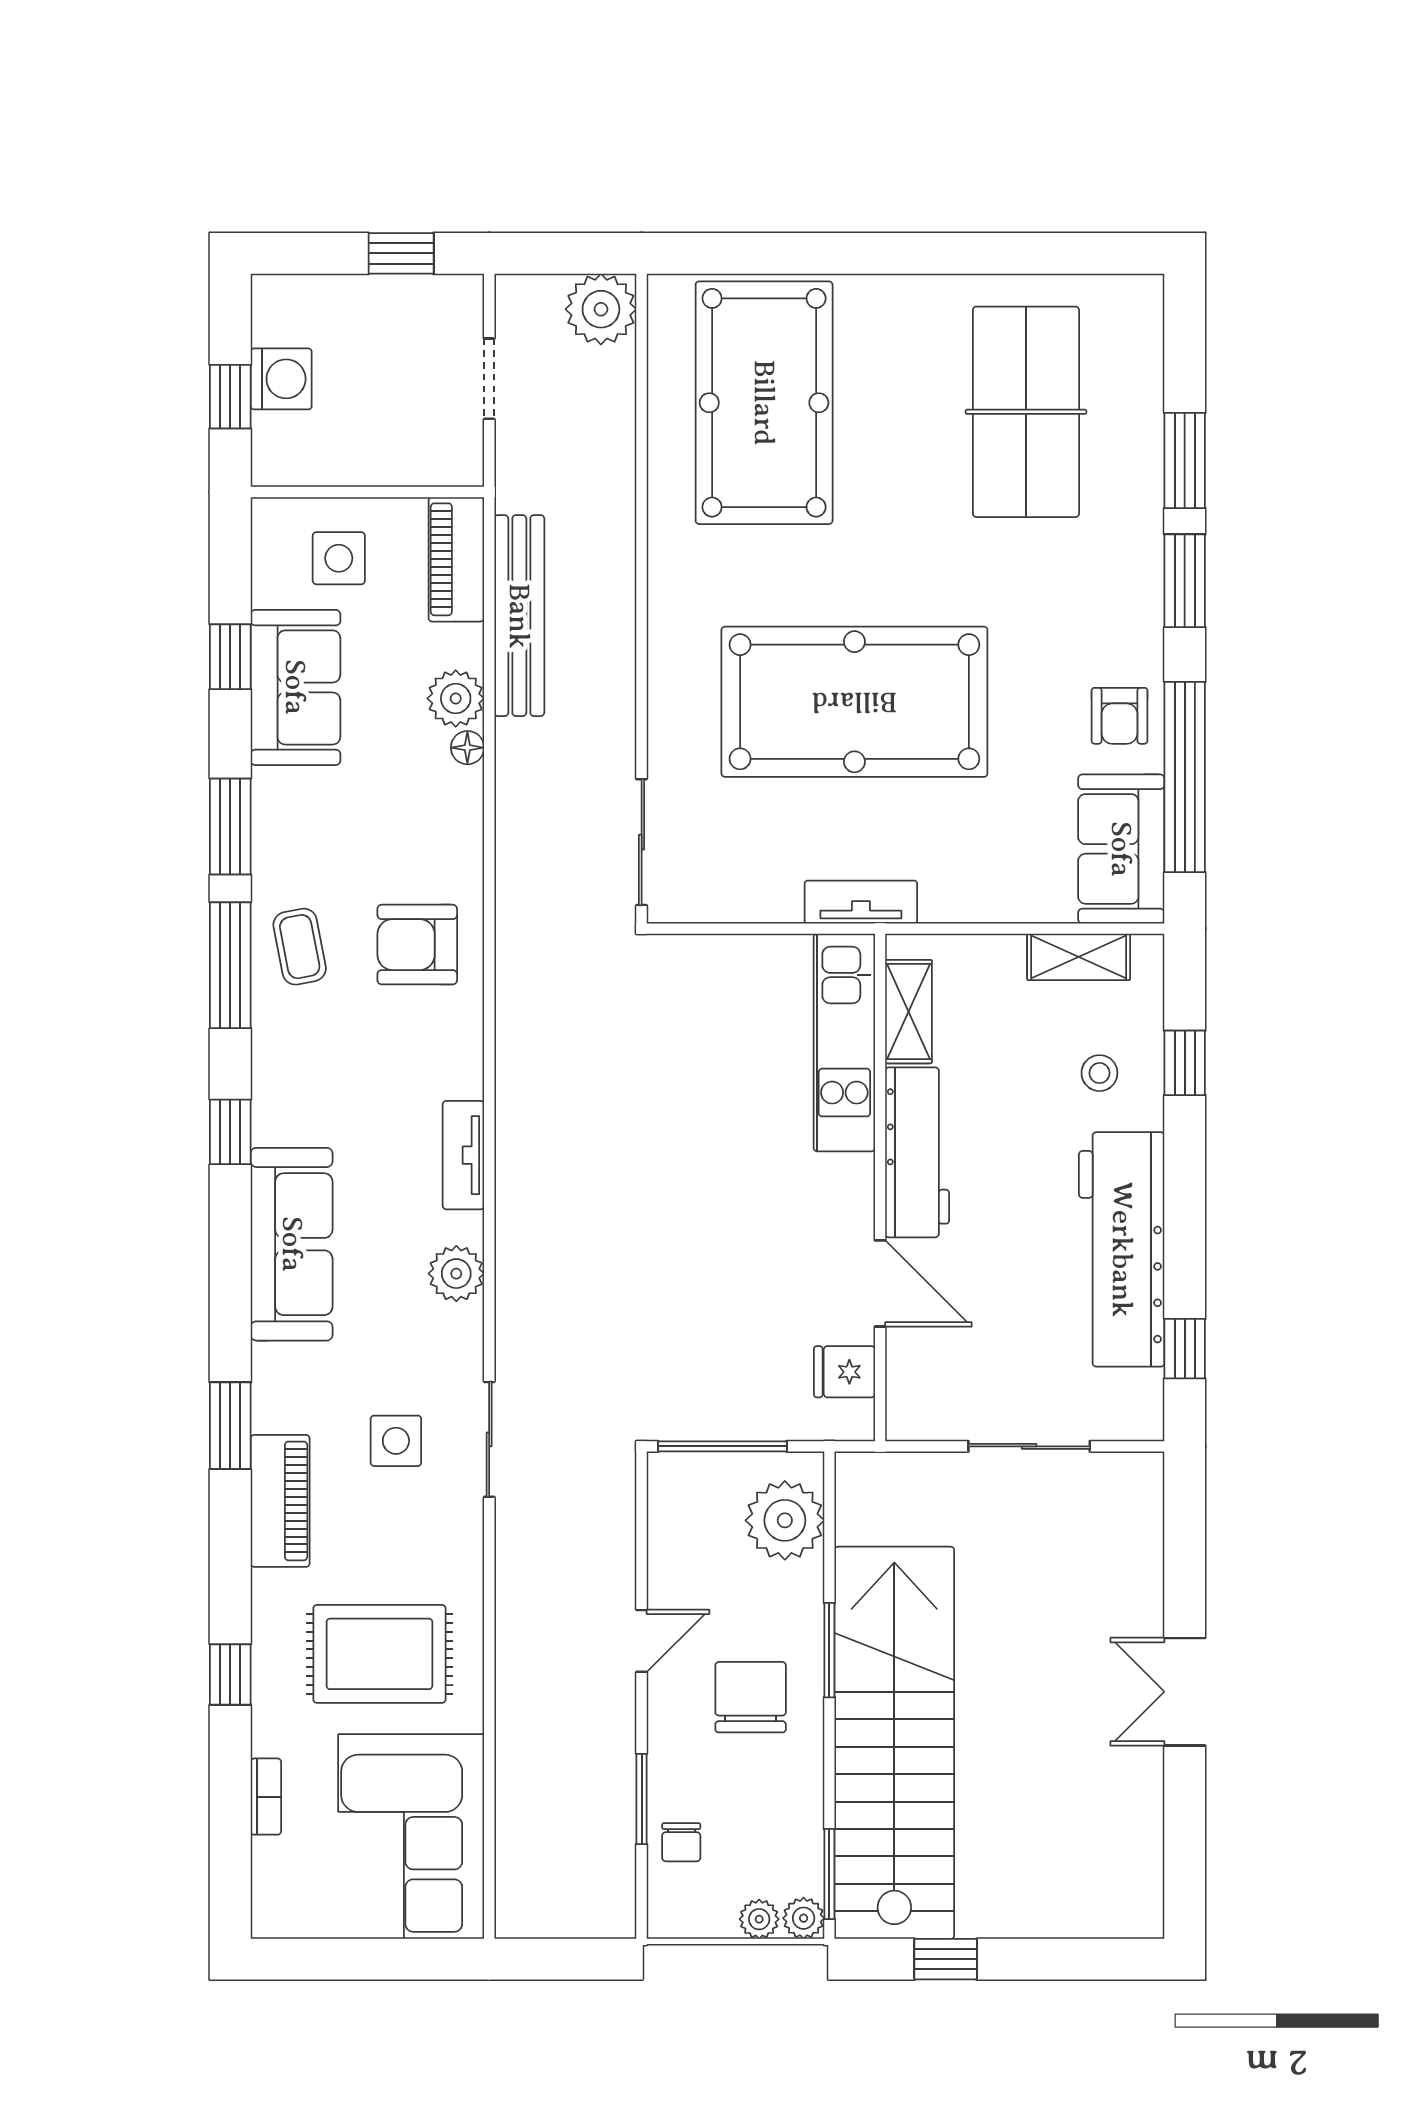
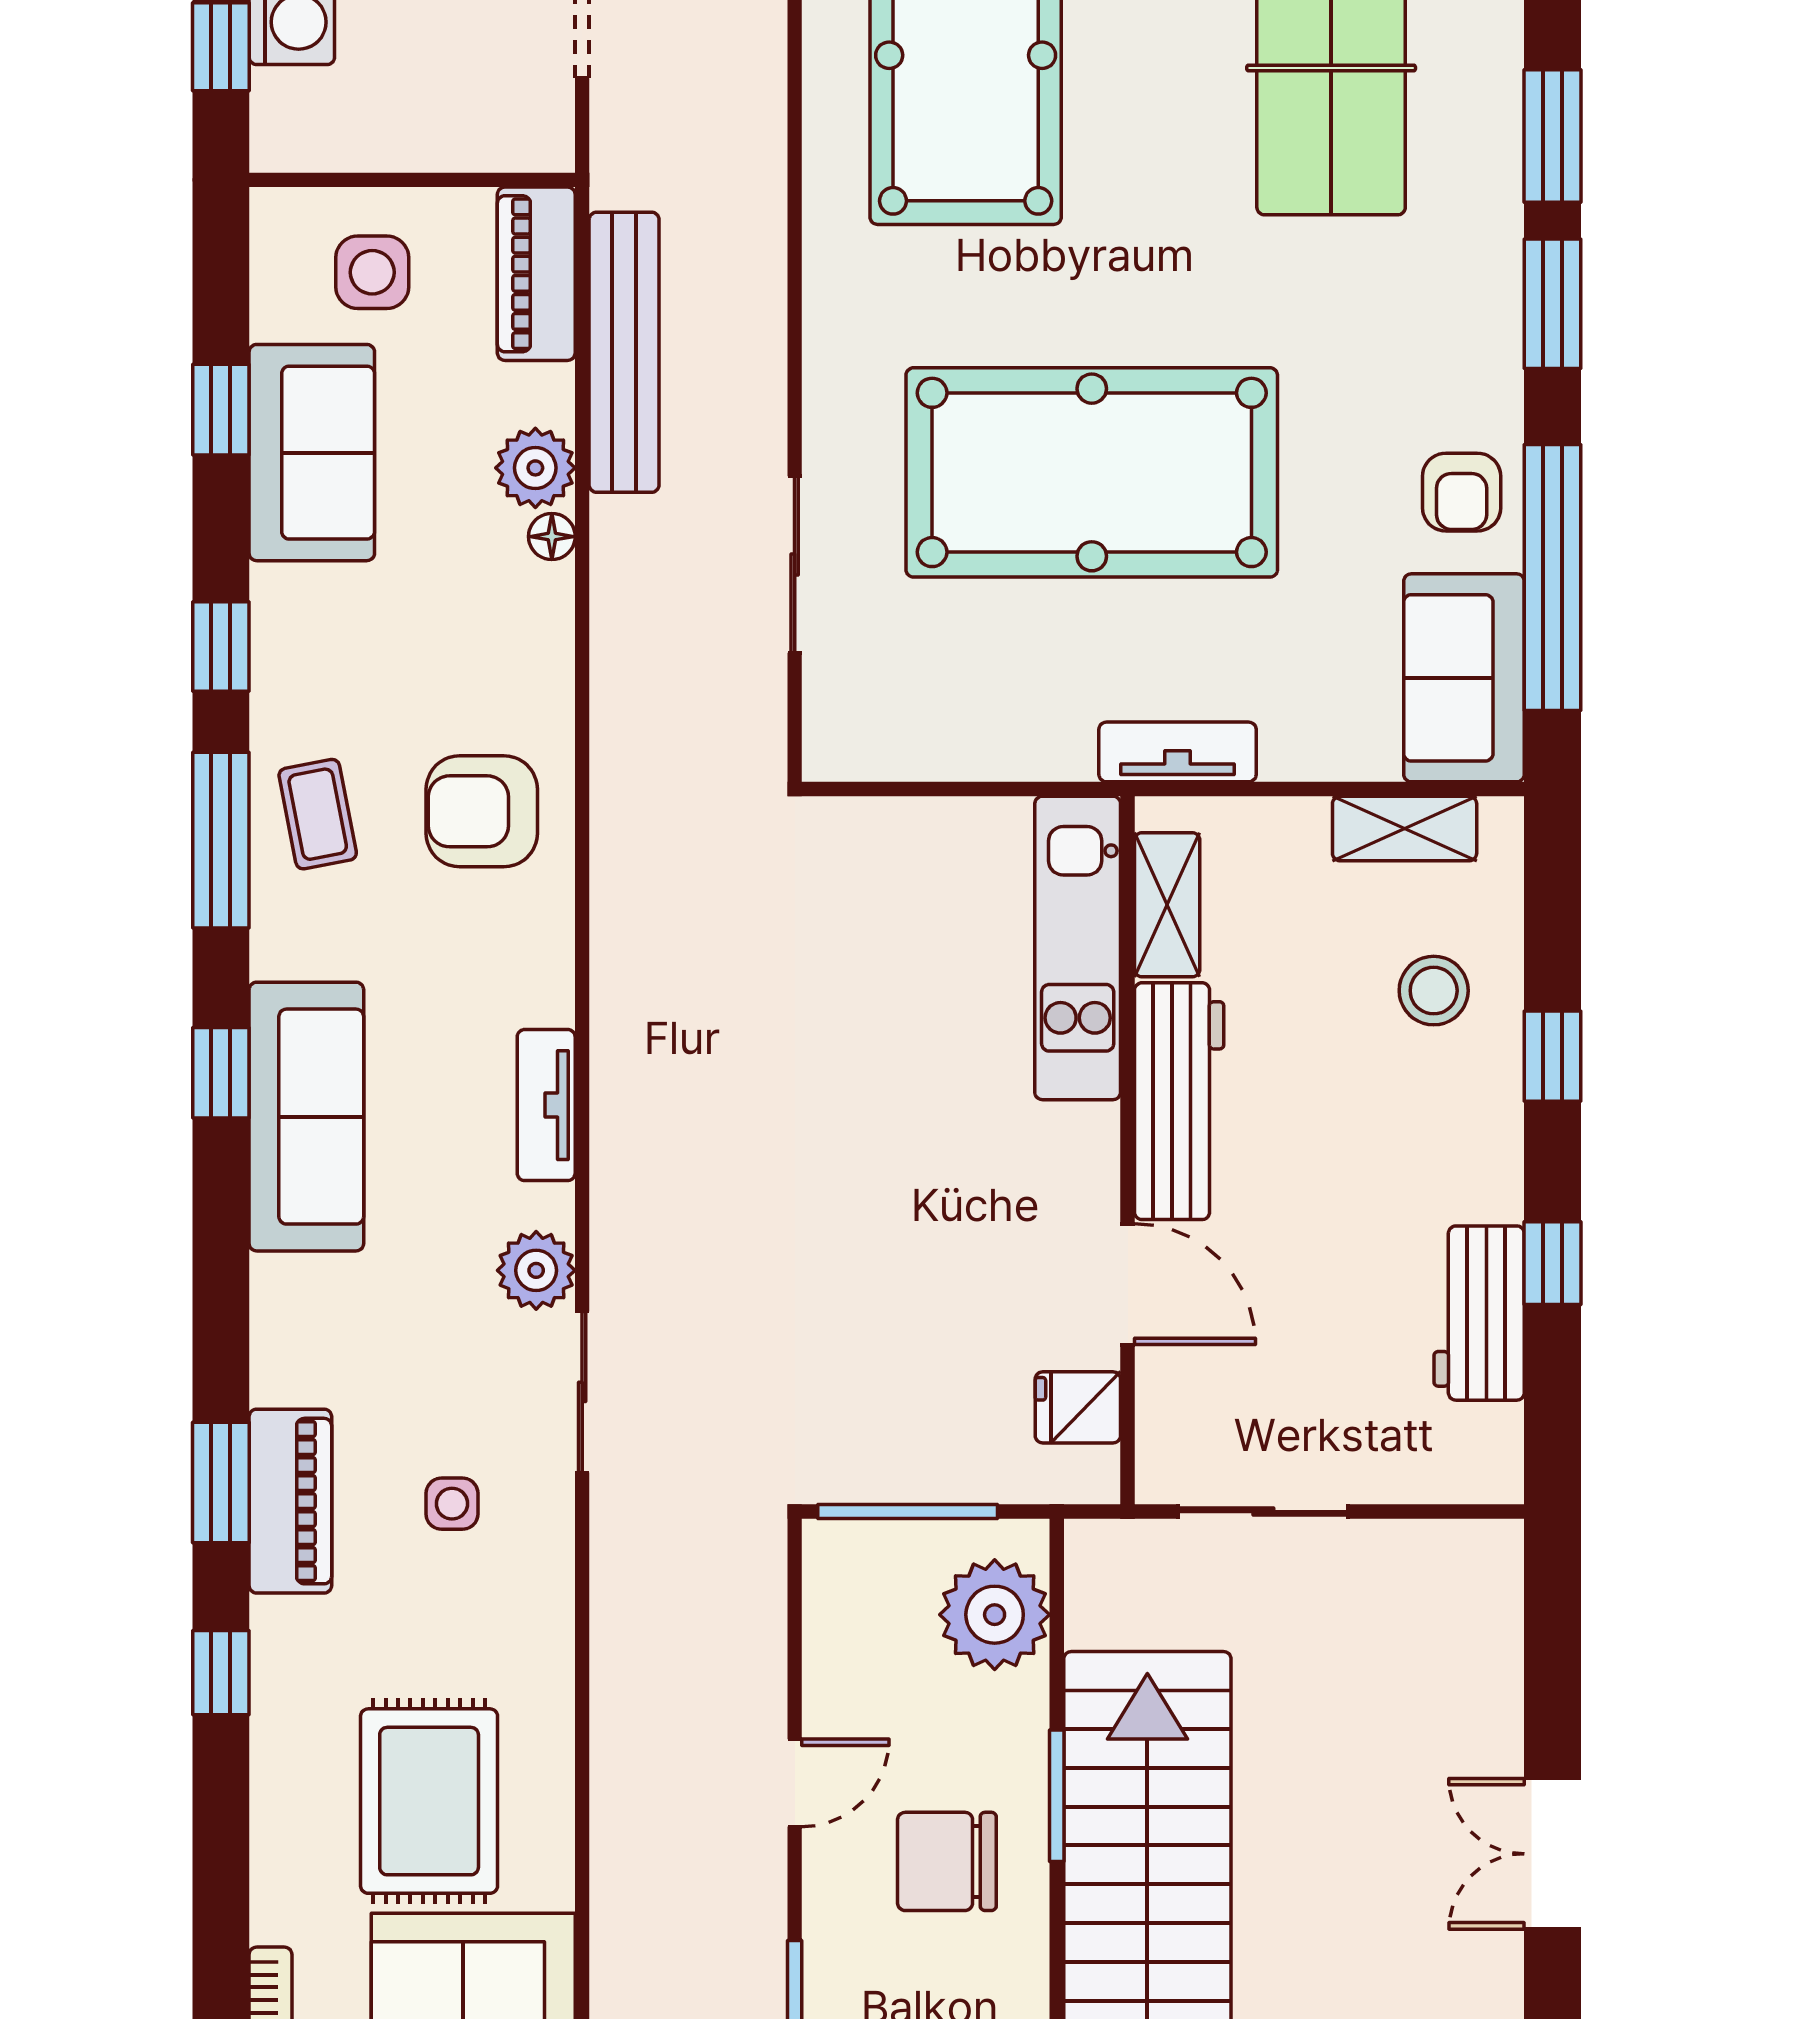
window: (230, 826) -> (221, 647), width x0.67
sliding door: (642, 842) -> (795, 565), moved
tv unit: (861, 902) -> (1178, 752), moved
window: (1185, 1063) -> (1553, 1056), moved
stool: (1099, 1073) -> (1434, 991), width x1.37, depth x1.37
sofa: (292, 1244) -> (306, 1117), moved
workbench: (1122, 1249) -> (1479, 1313), width x0.53, depth x0.76
window: (1185, 1349) -> (1553, 1263), moved
sliding door: (489, 1439) -> (582, 1392), moved
side table: (396, 1441) -> (452, 1504), width x0.73, depth x0.73
sliding door: (1029, 1446) -> (1263, 1512), moved
piano: (280, 1501) -> (290, 1501), moved
rug: (379, 1654) -> (429, 1801), turned 90
window: (230, 1674) -> (221, 1673), moved
chair: (751, 1697) -> (947, 1861), turned -90

